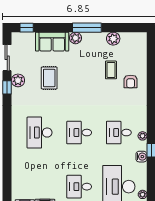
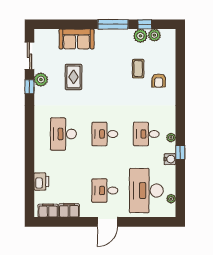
window: (27, 28) -> (145, 24), moved
plant: (75, 38) -> (154, 35), moved
printer: (18, 178) -> (41, 181), added

